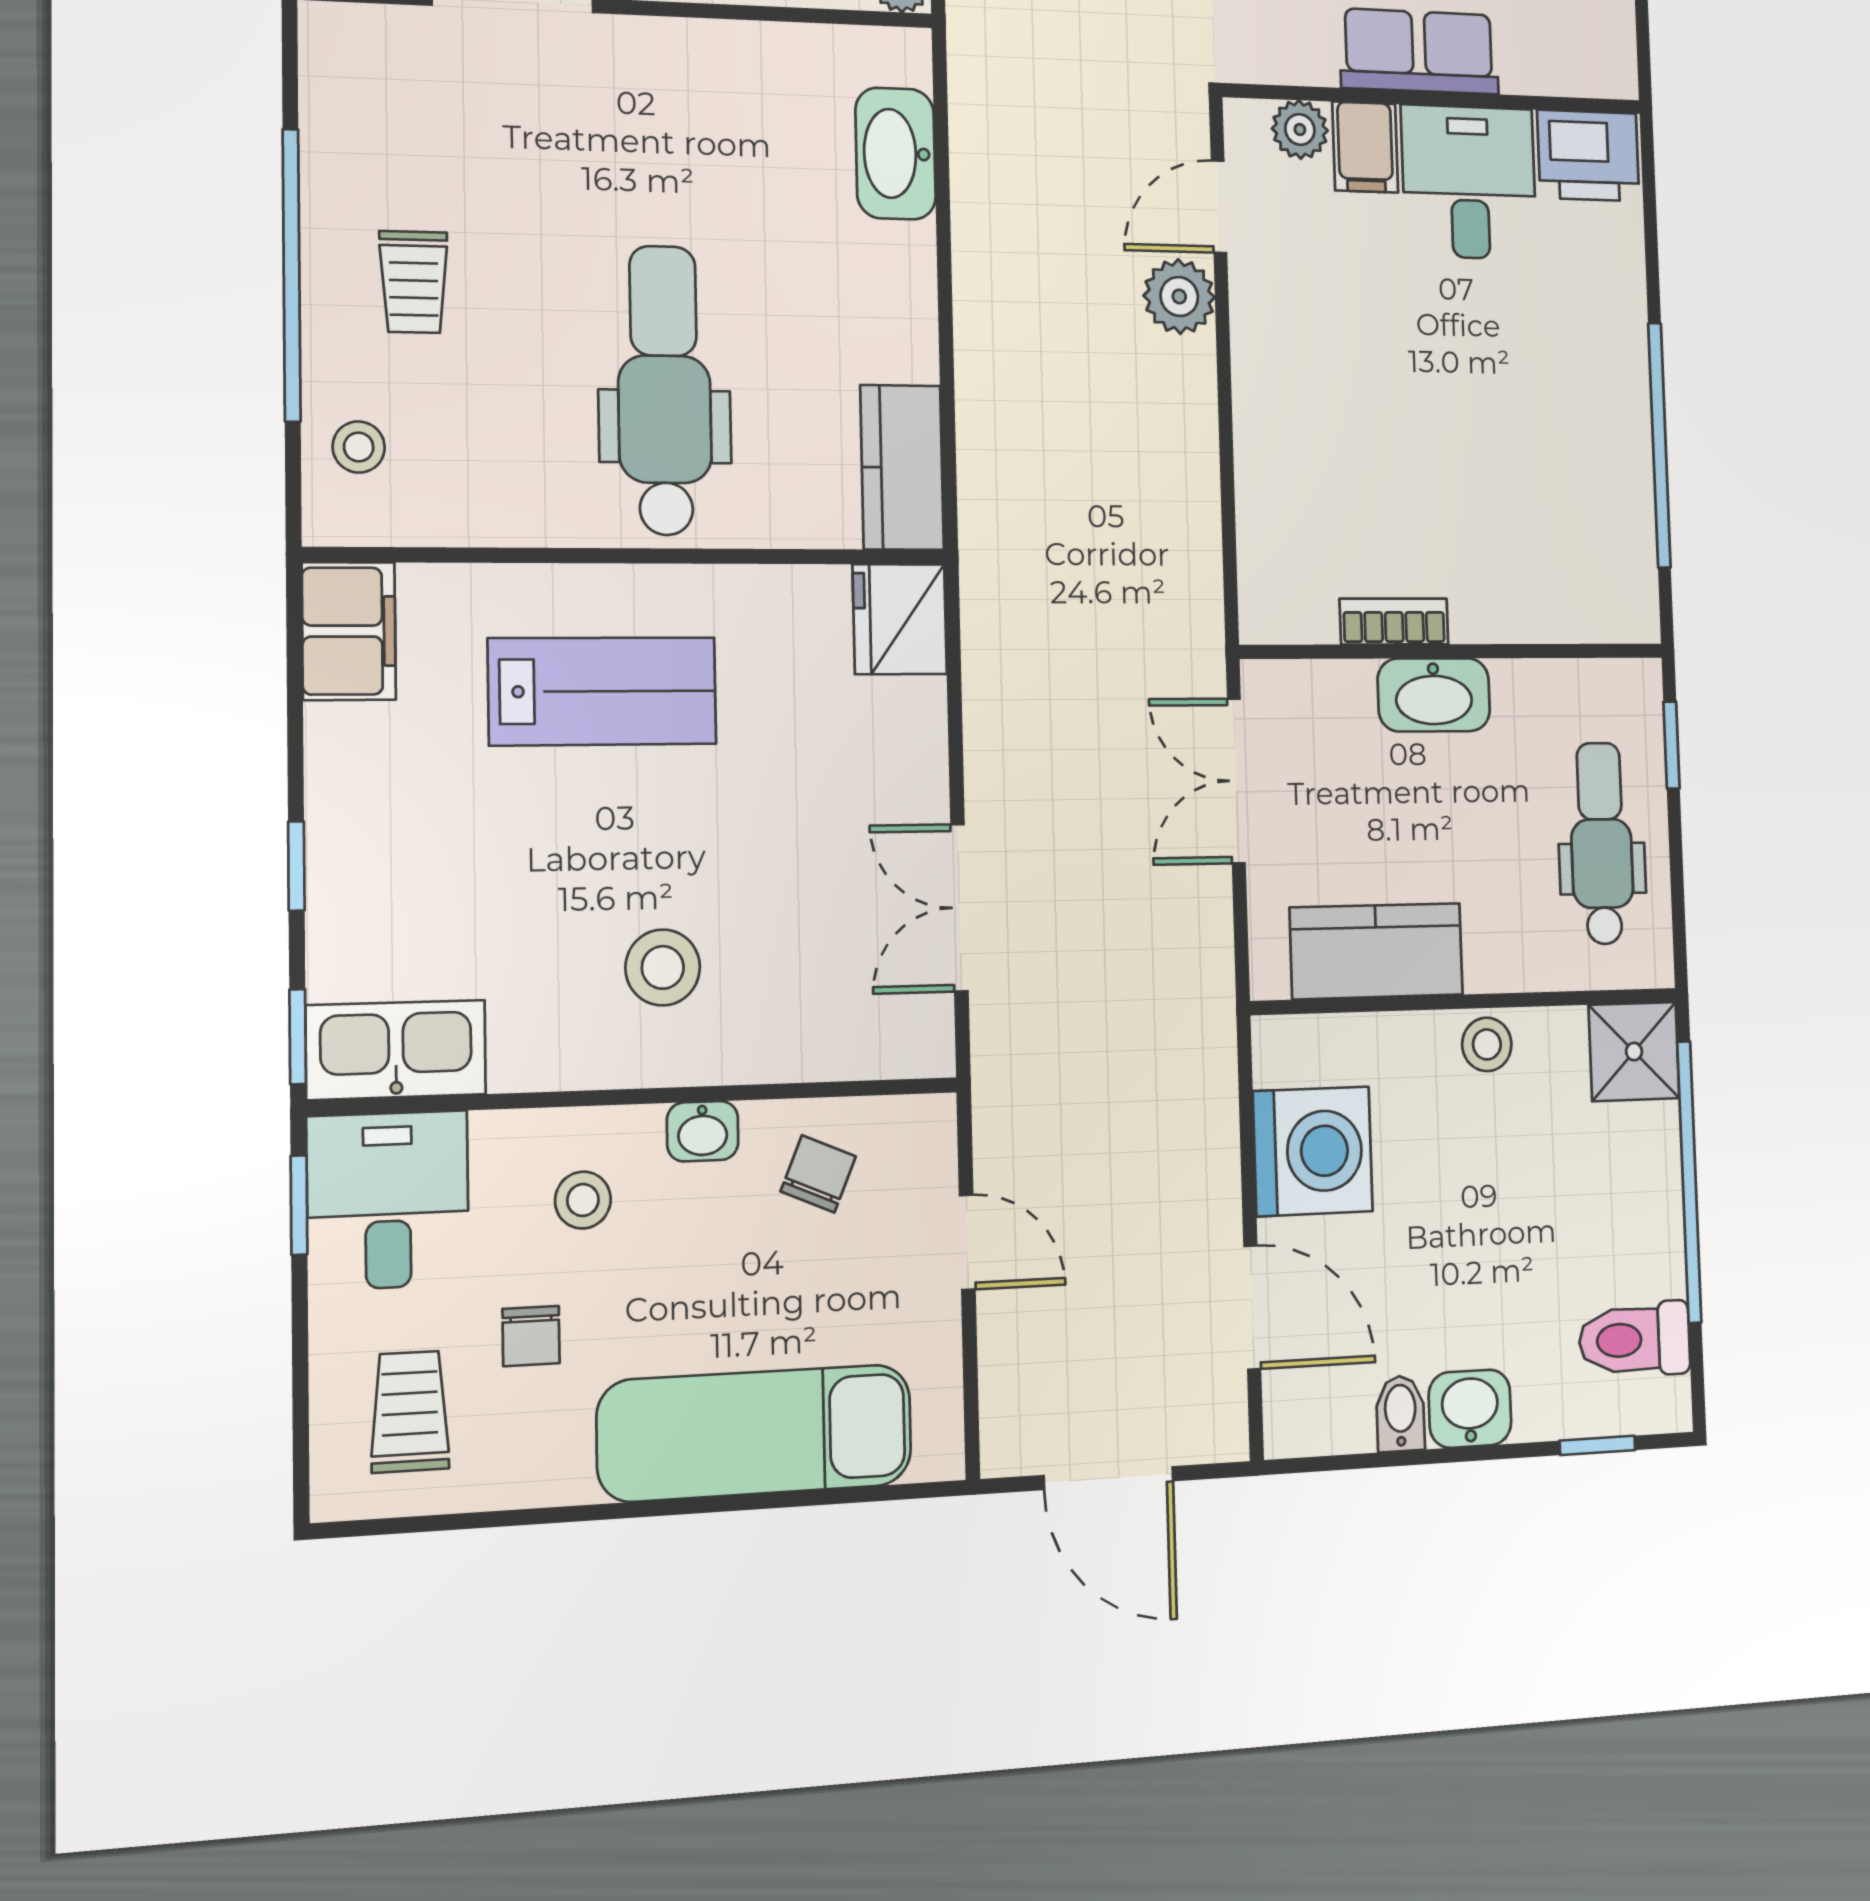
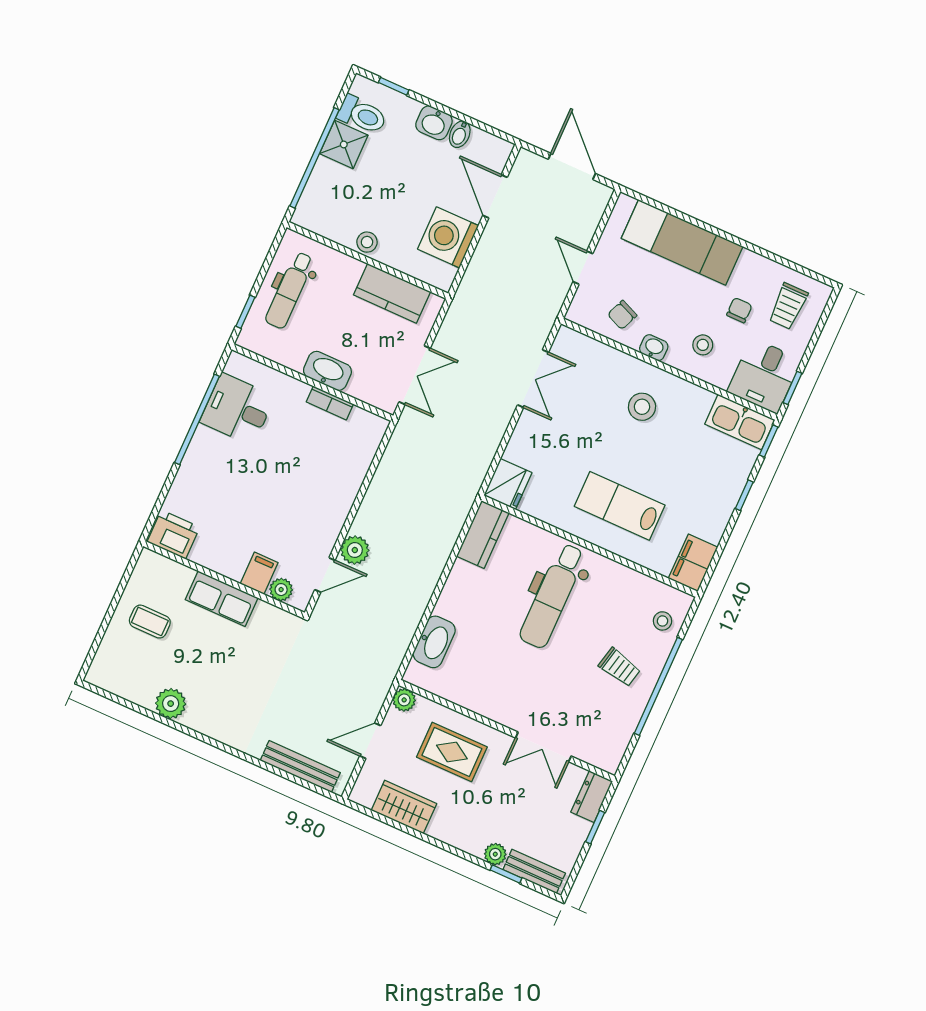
desk: (1469, 182) -> (237, 409), moved, turned 90
trolley: (414, 282) -> (620, 667), turned 103
shower: (1634, 1052) -> (344, 144), moved

